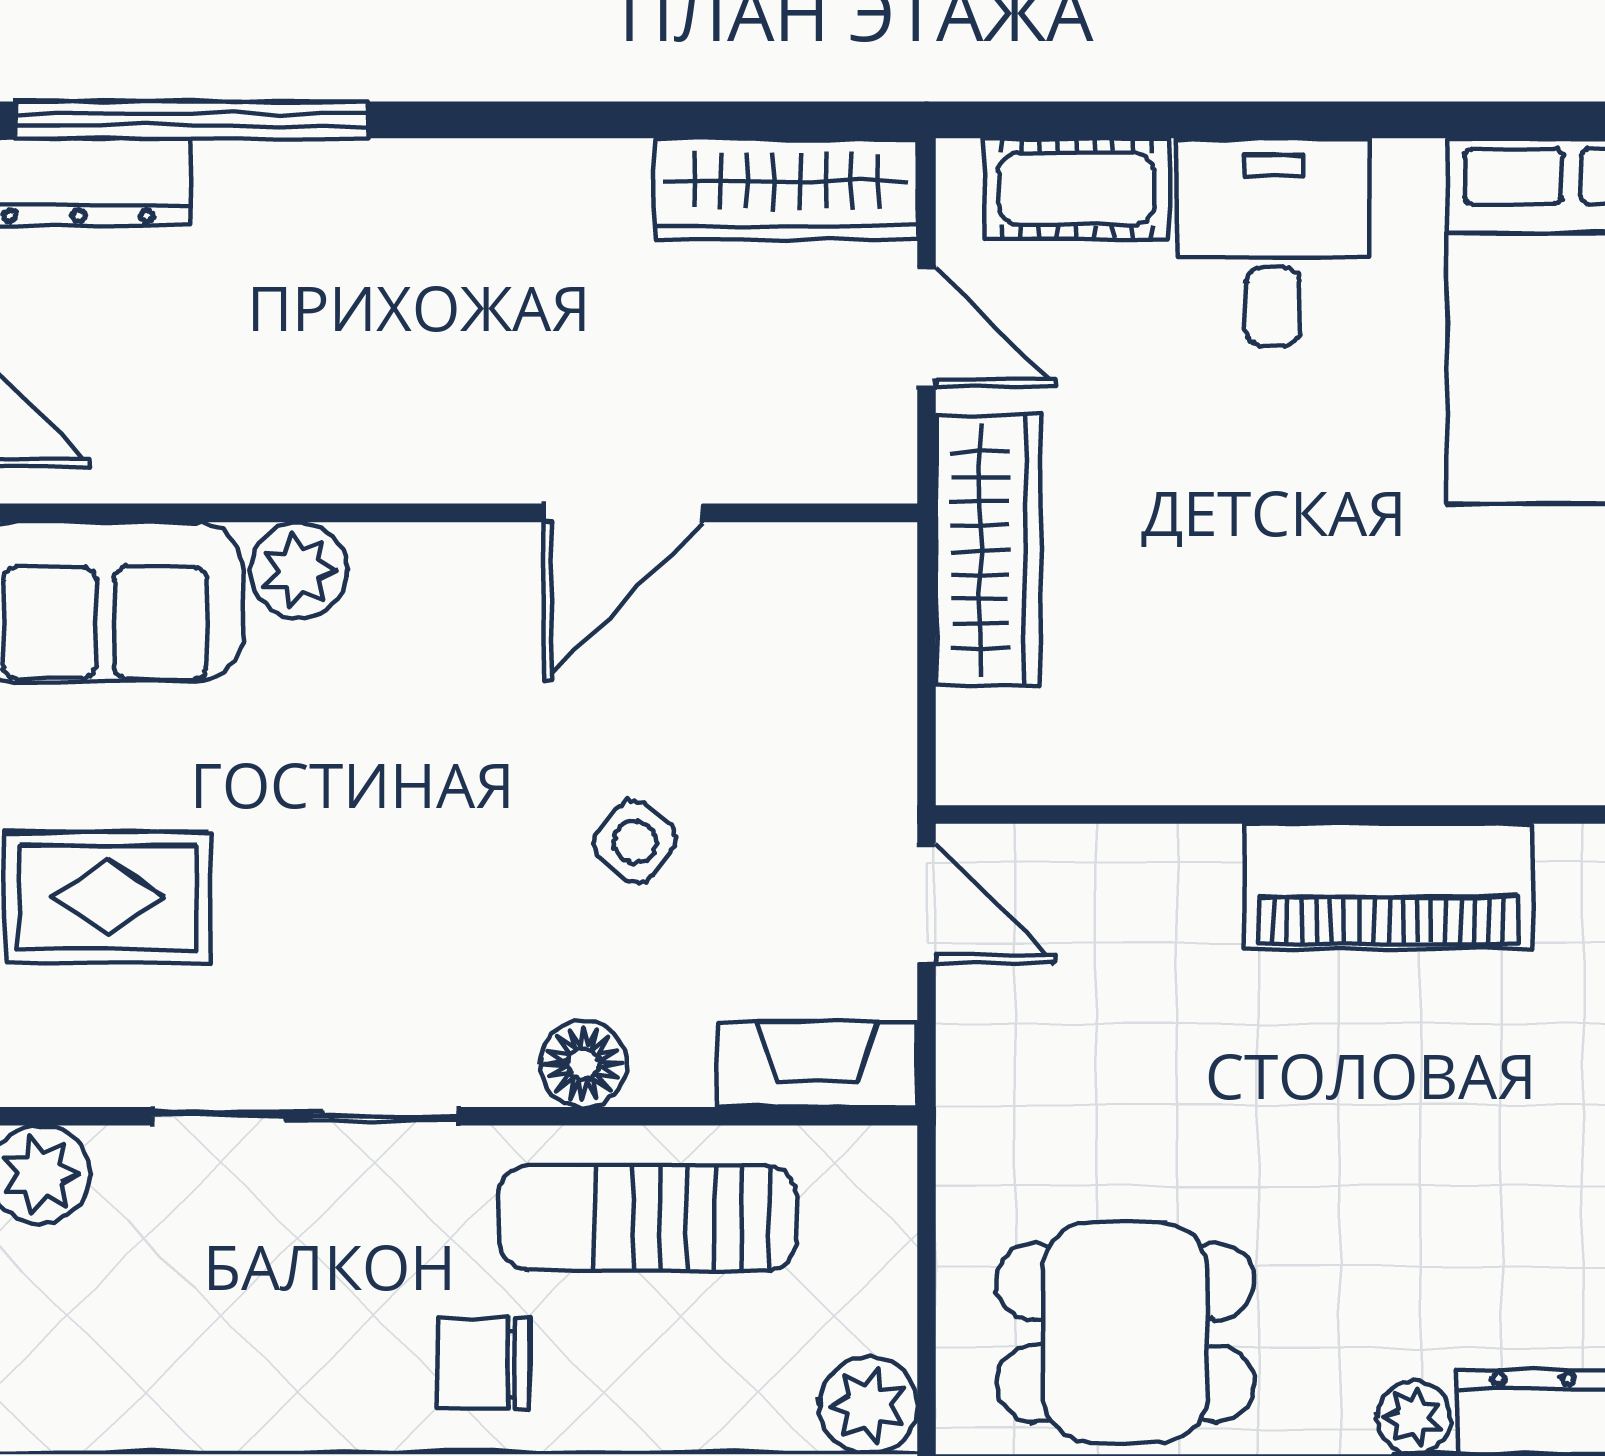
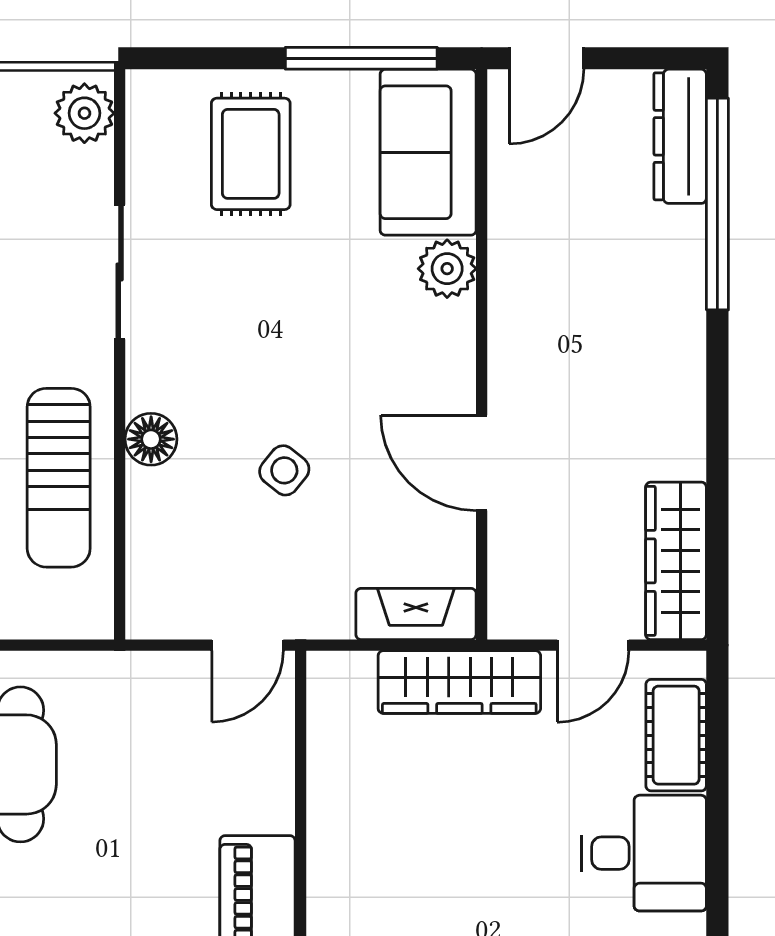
fireplace: (817, 1064) -> (416, 614), moved, turned -90
sliding door: (305, 1116) -> (120, 272), width x0.73
sun lounger: (647, 1218) -> (59, 478), turned 180

